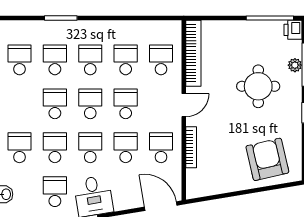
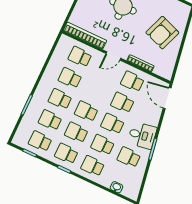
school desk: (126, 104) -> (66, 154), moved
door: (184, 105) -> (113, 56), swing flipped
armchair: (267, 159) -> (162, 33), moved, turned -57
door: (161, 206) -> (167, 98), hinge flipped

